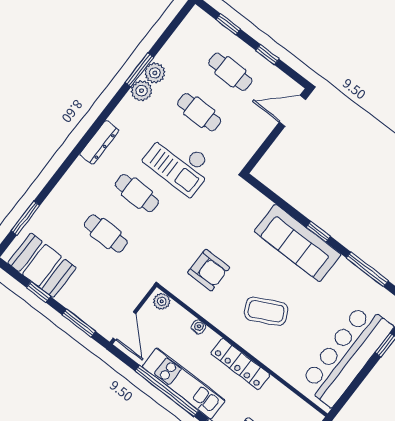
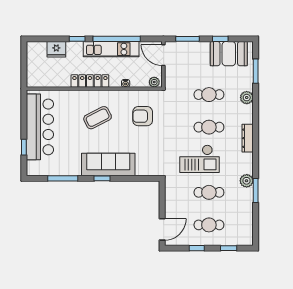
plant: (155, 73) -> (247, 98), moved
checkout: (179, 163) -> (199, 159), turned 180

